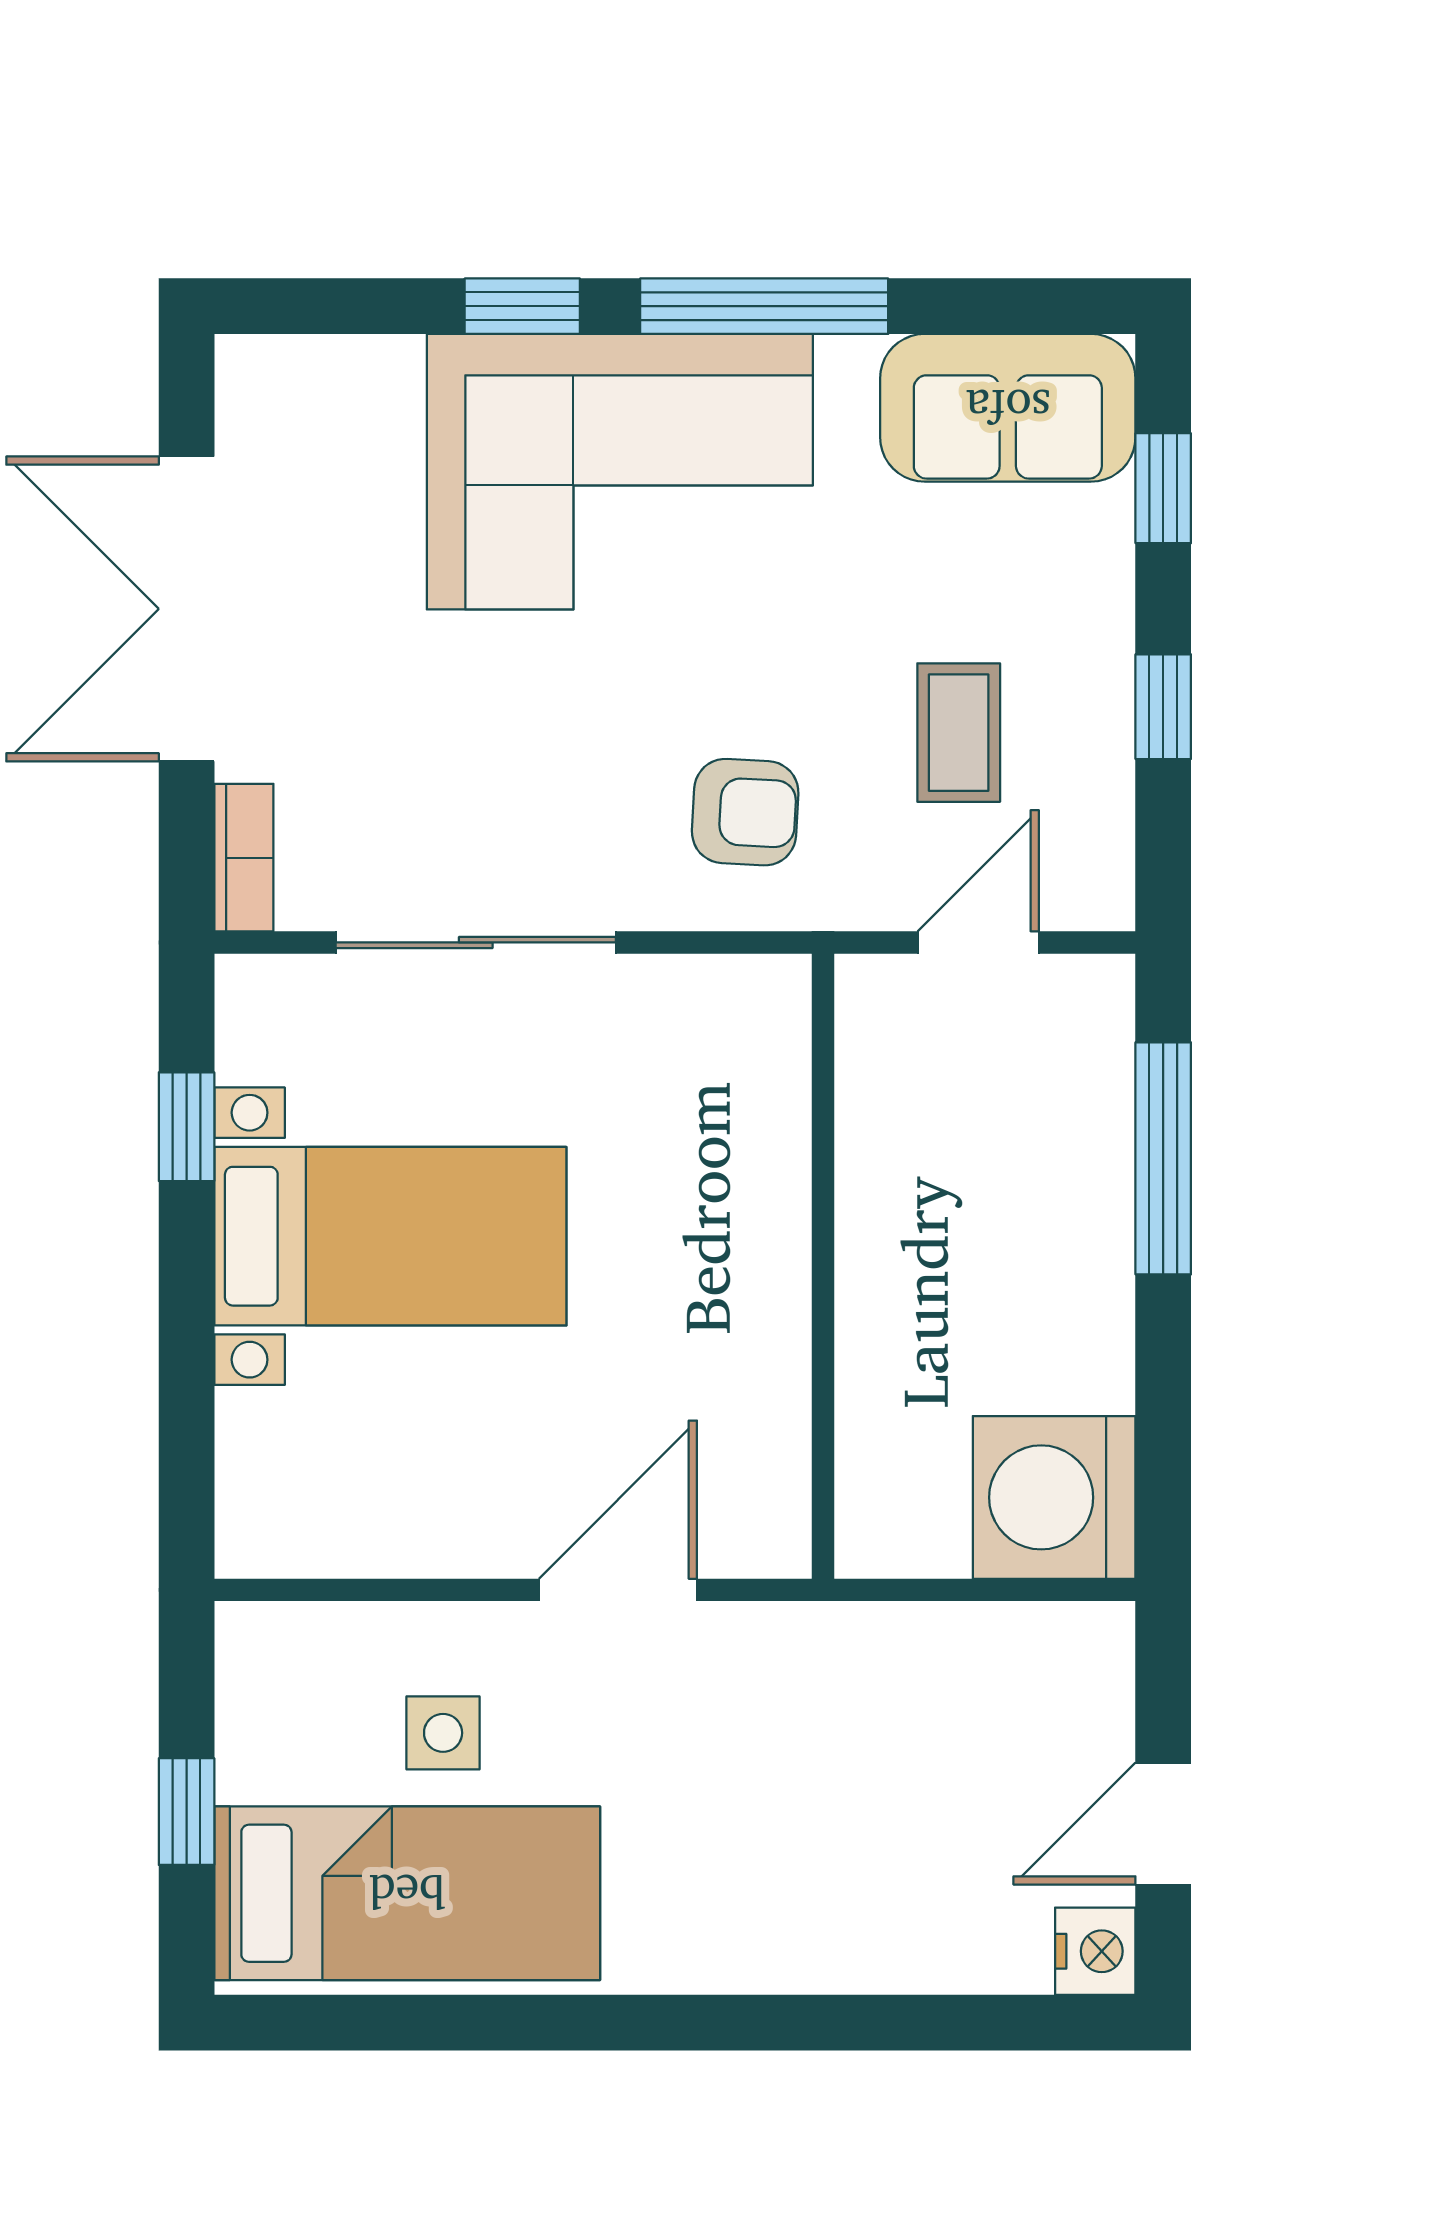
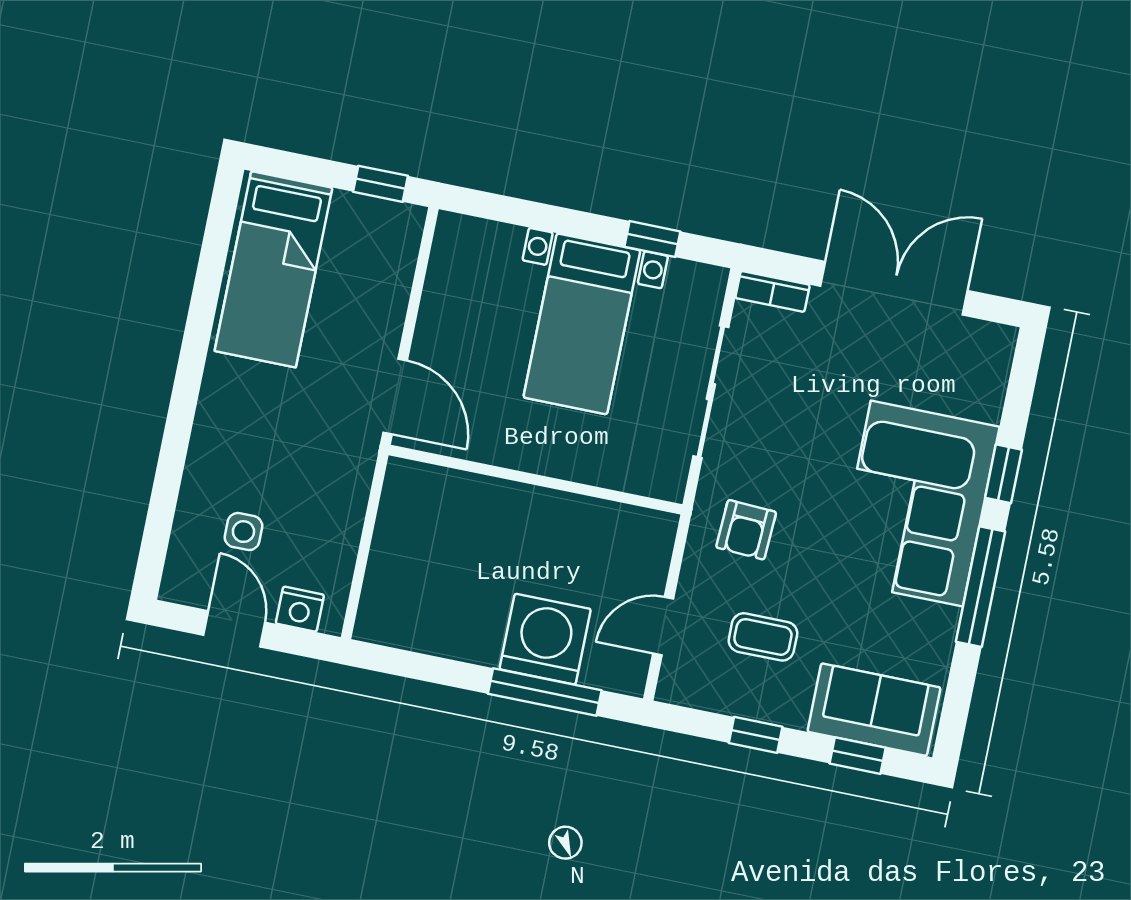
sofa: (1008, 408) -> (874, 710), moved, turned 90
door: (978, 942) -> (663, 626), swing flipped
wall: (823, 1266) -> (536, 480), moved
washing machine: (1054, 1497) -> (545, 639), moved
side table: (443, 1733) -> (243, 532), moved
window: (187, 1812) -> (380, 184), moved
nightstand: (1095, 1951) -> (300, 609), moved

